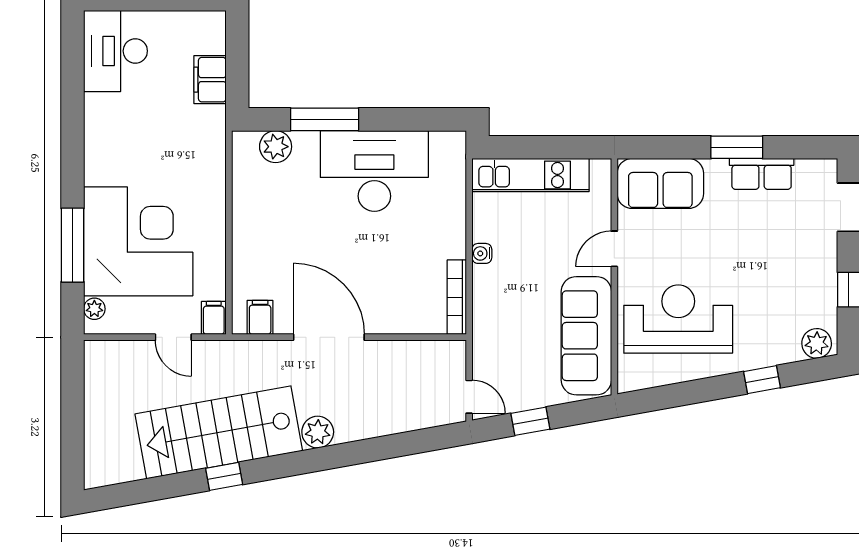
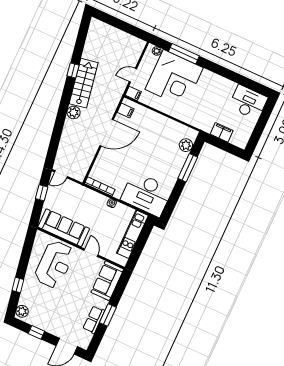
desk: (374, 171) -> (147, 194), moved, turned 90
stairs: (219, 432) -> (84, 83), width x0.73, depth x0.66

